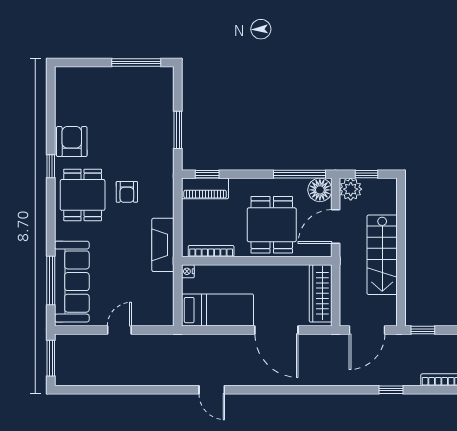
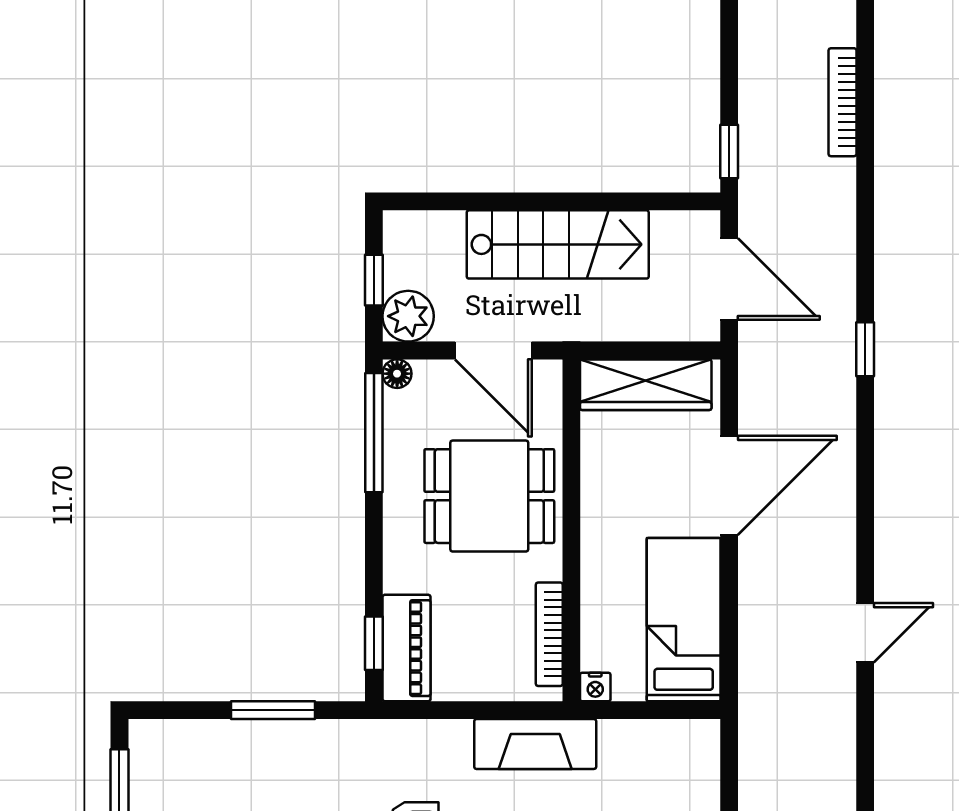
floor lamp: (320, 190) -> (397, 374), width x0.53, depth x0.53
window: (391, 390) -> (865, 349), moved

